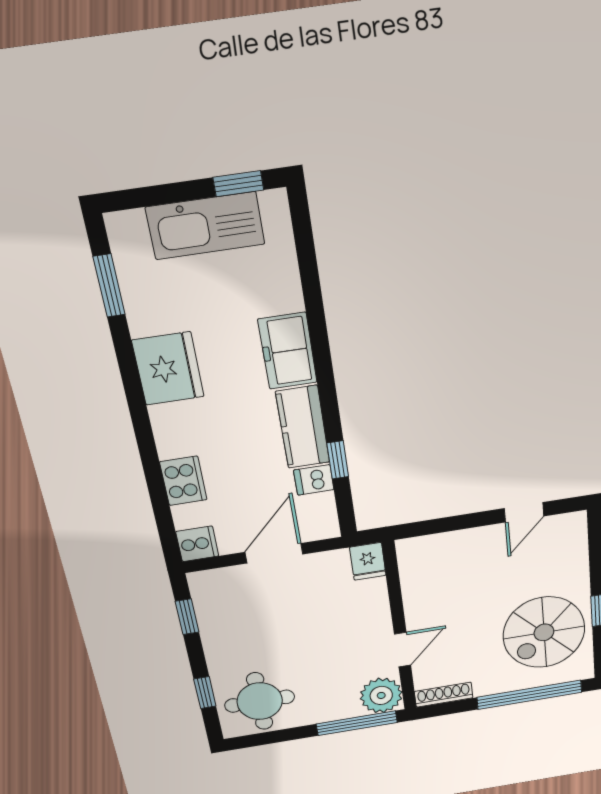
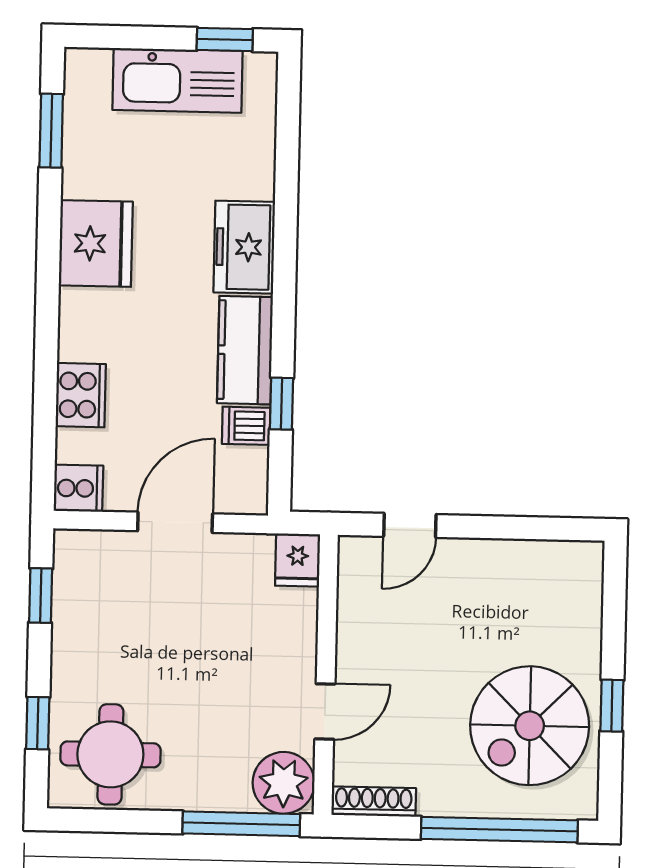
door: (524, 512) -> (410, 525), moved

